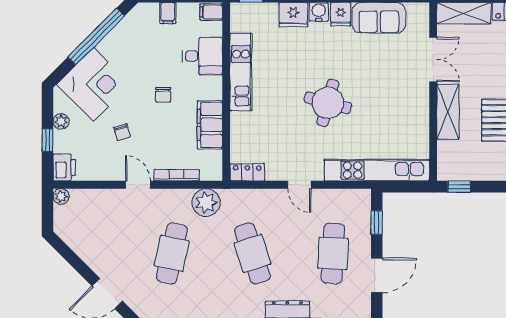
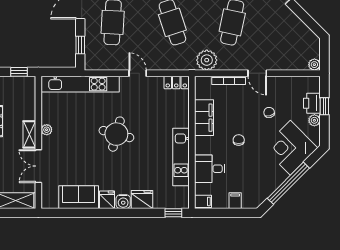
plant: (422, 109) -> (47, 130), added
shelving: (448, 112) -> (29, 134), width x0.67, depth x0.75
printer: (64, 167) -> (312, 103), moved

